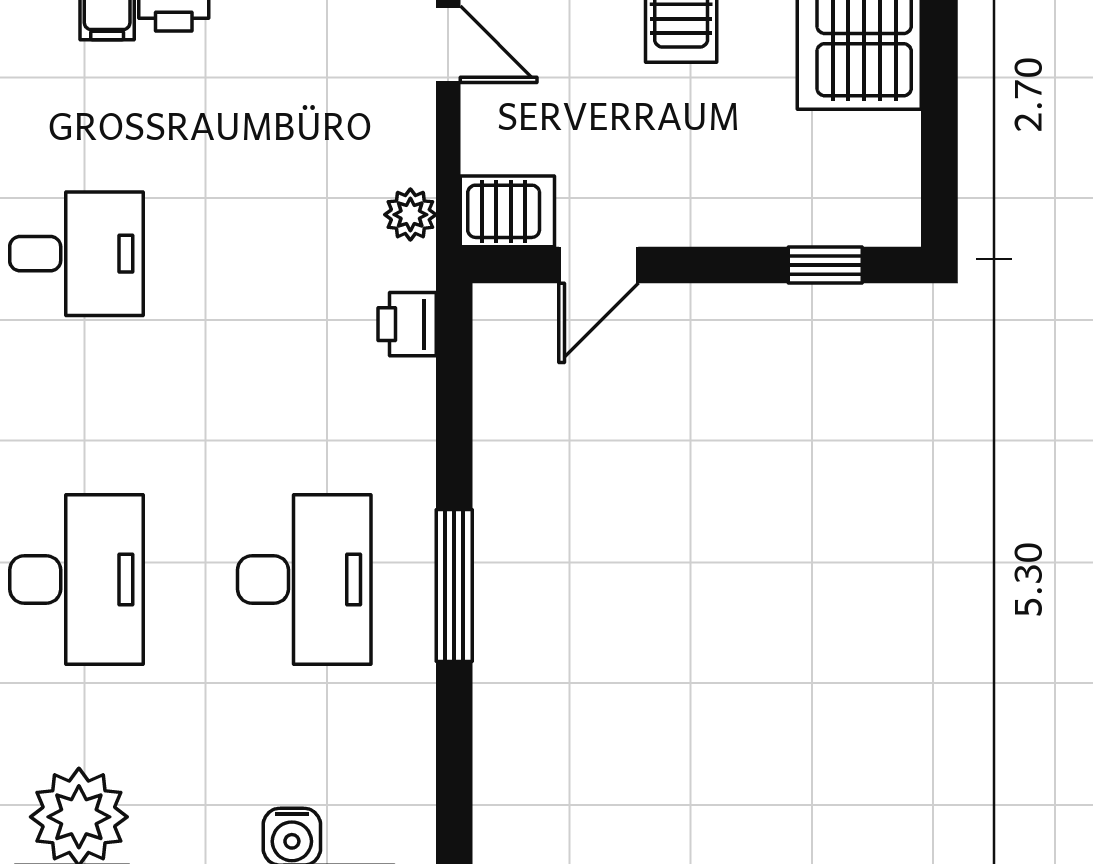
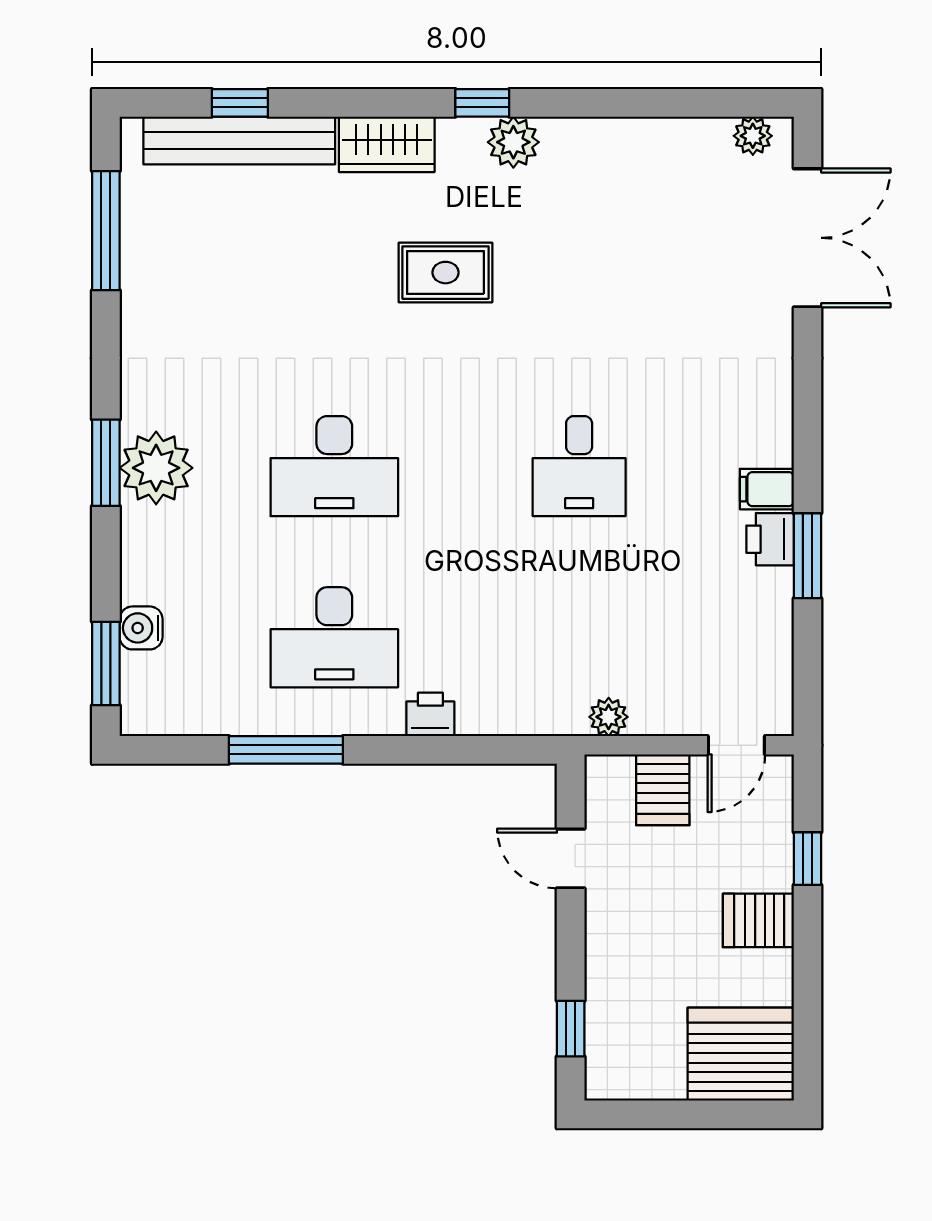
server rack: (507, 211) -> (663, 790), moved
printer: (407, 324) -> (430, 714), moved
window: (454, 586) -> (286, 750), moved

